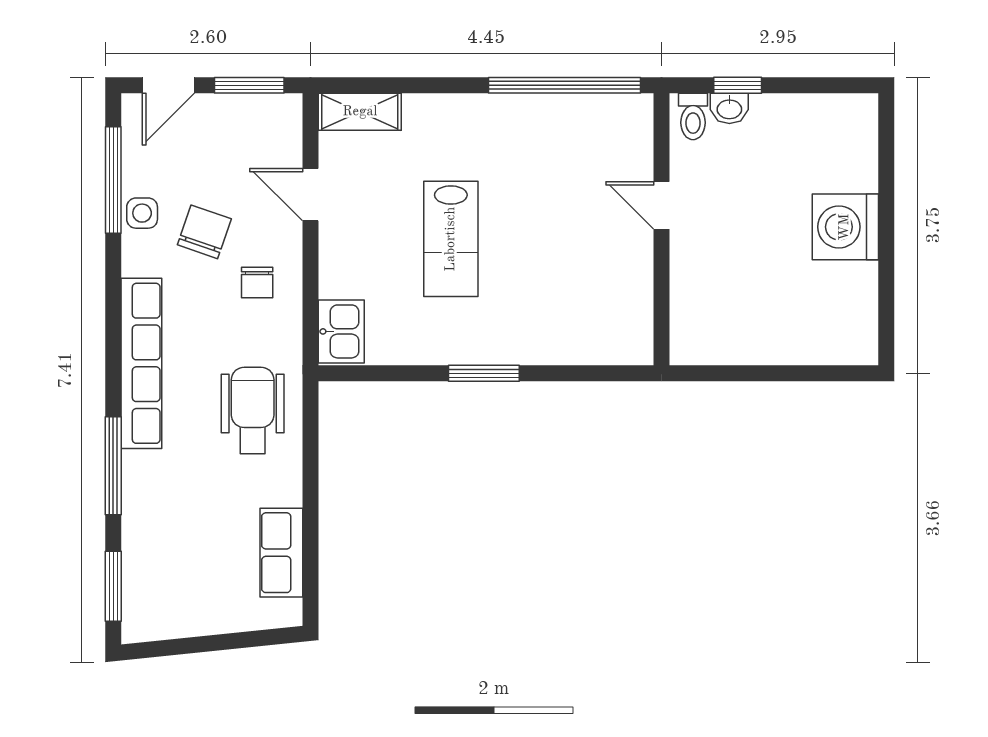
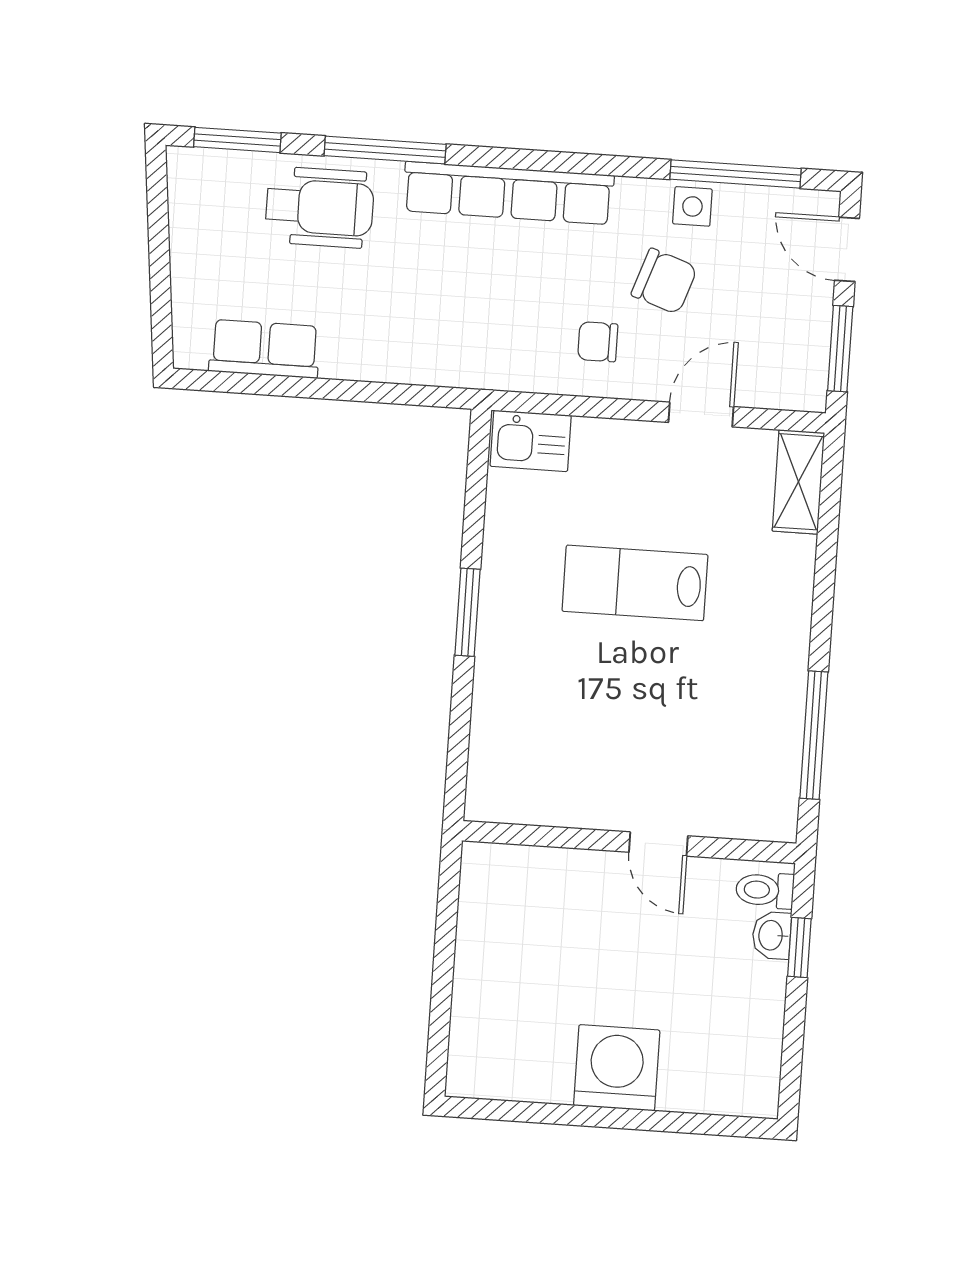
window: (564, 85) -> (814, 735), width x0.68
door: (662, 205) -> (658, 844), swing flipped
wheelchair: (253, 410) -> (320, 207), moved

